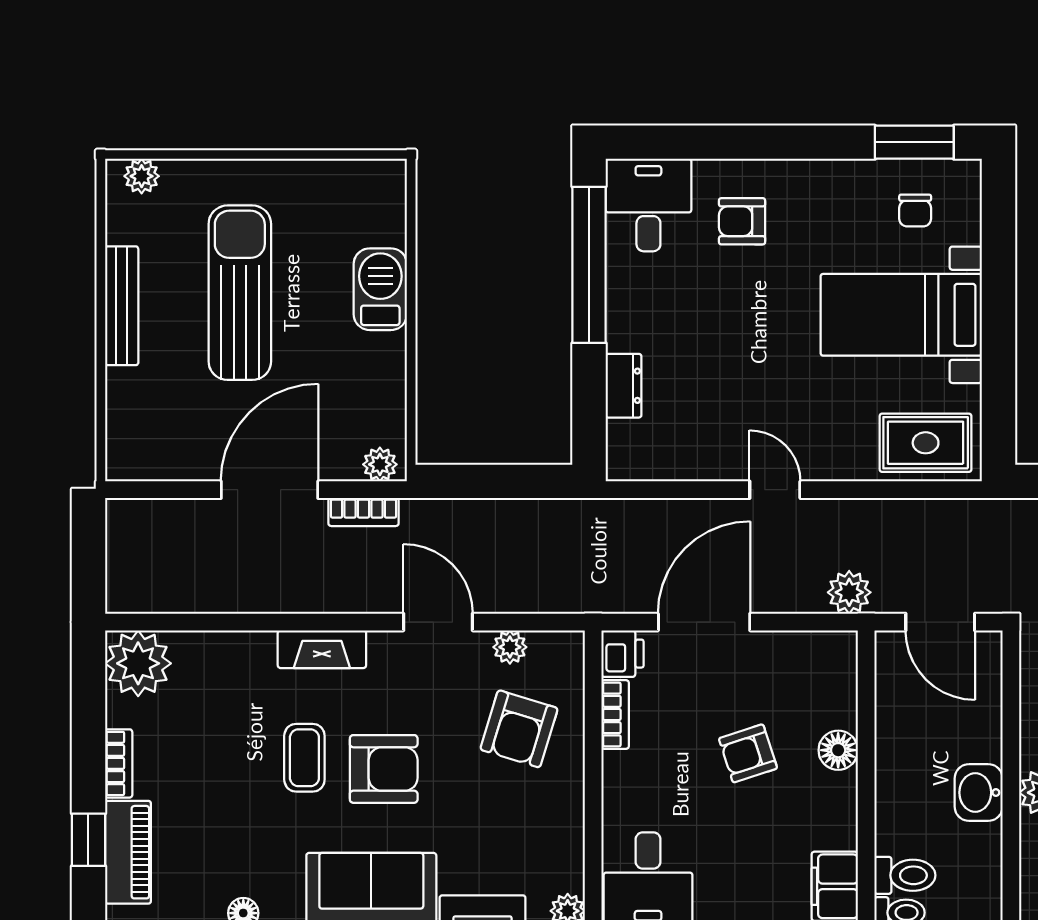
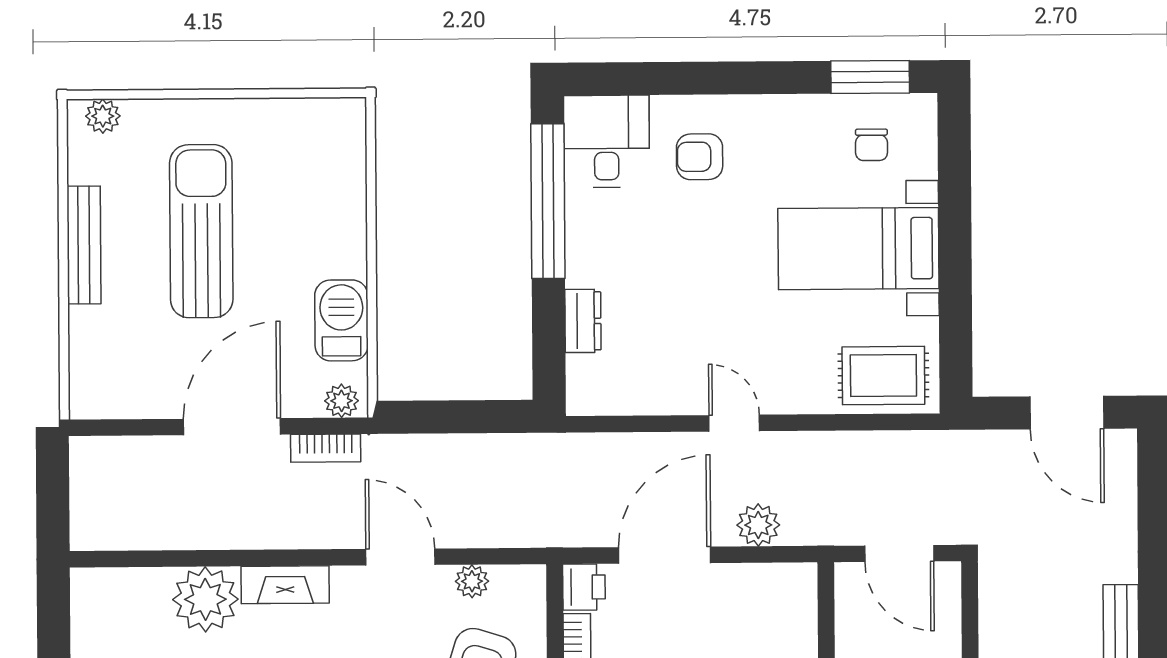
barbecue: (380, 289) -> (341, 320), moved
plant: (849, 592) -> (758, 525), moved
plant: (138, 663) -> (205, 599), moved

